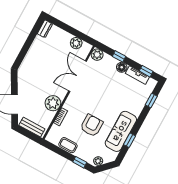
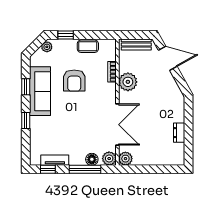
dresser: (45, 29) -> (179, 133), moved
plant: (76, 43) -> (125, 159), moved
window: (119, 56) -> (85, 169), width x2.17
floor lamp: (122, 67) -> (92, 159), moved
window: (151, 100) -> (26, 121), moved

